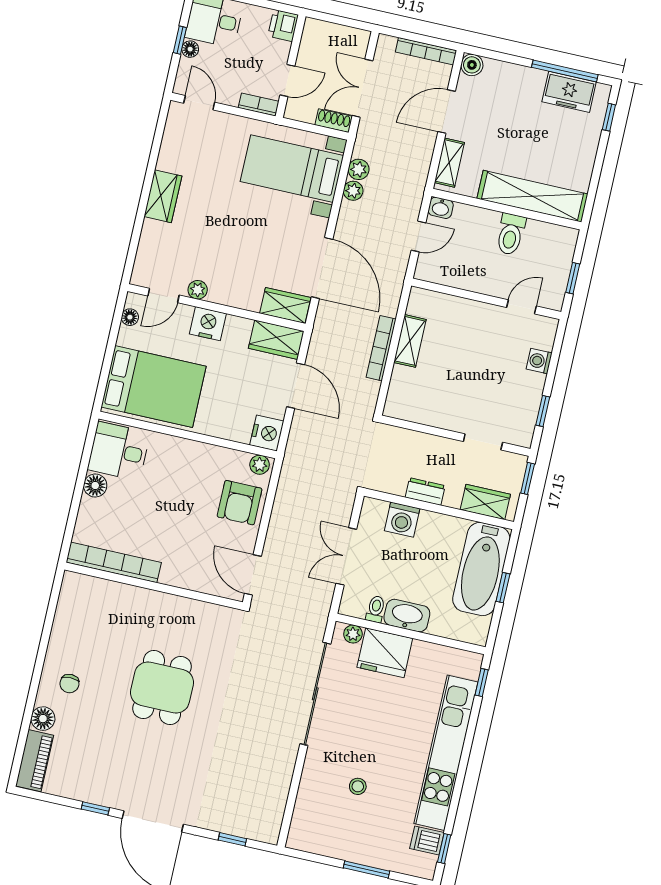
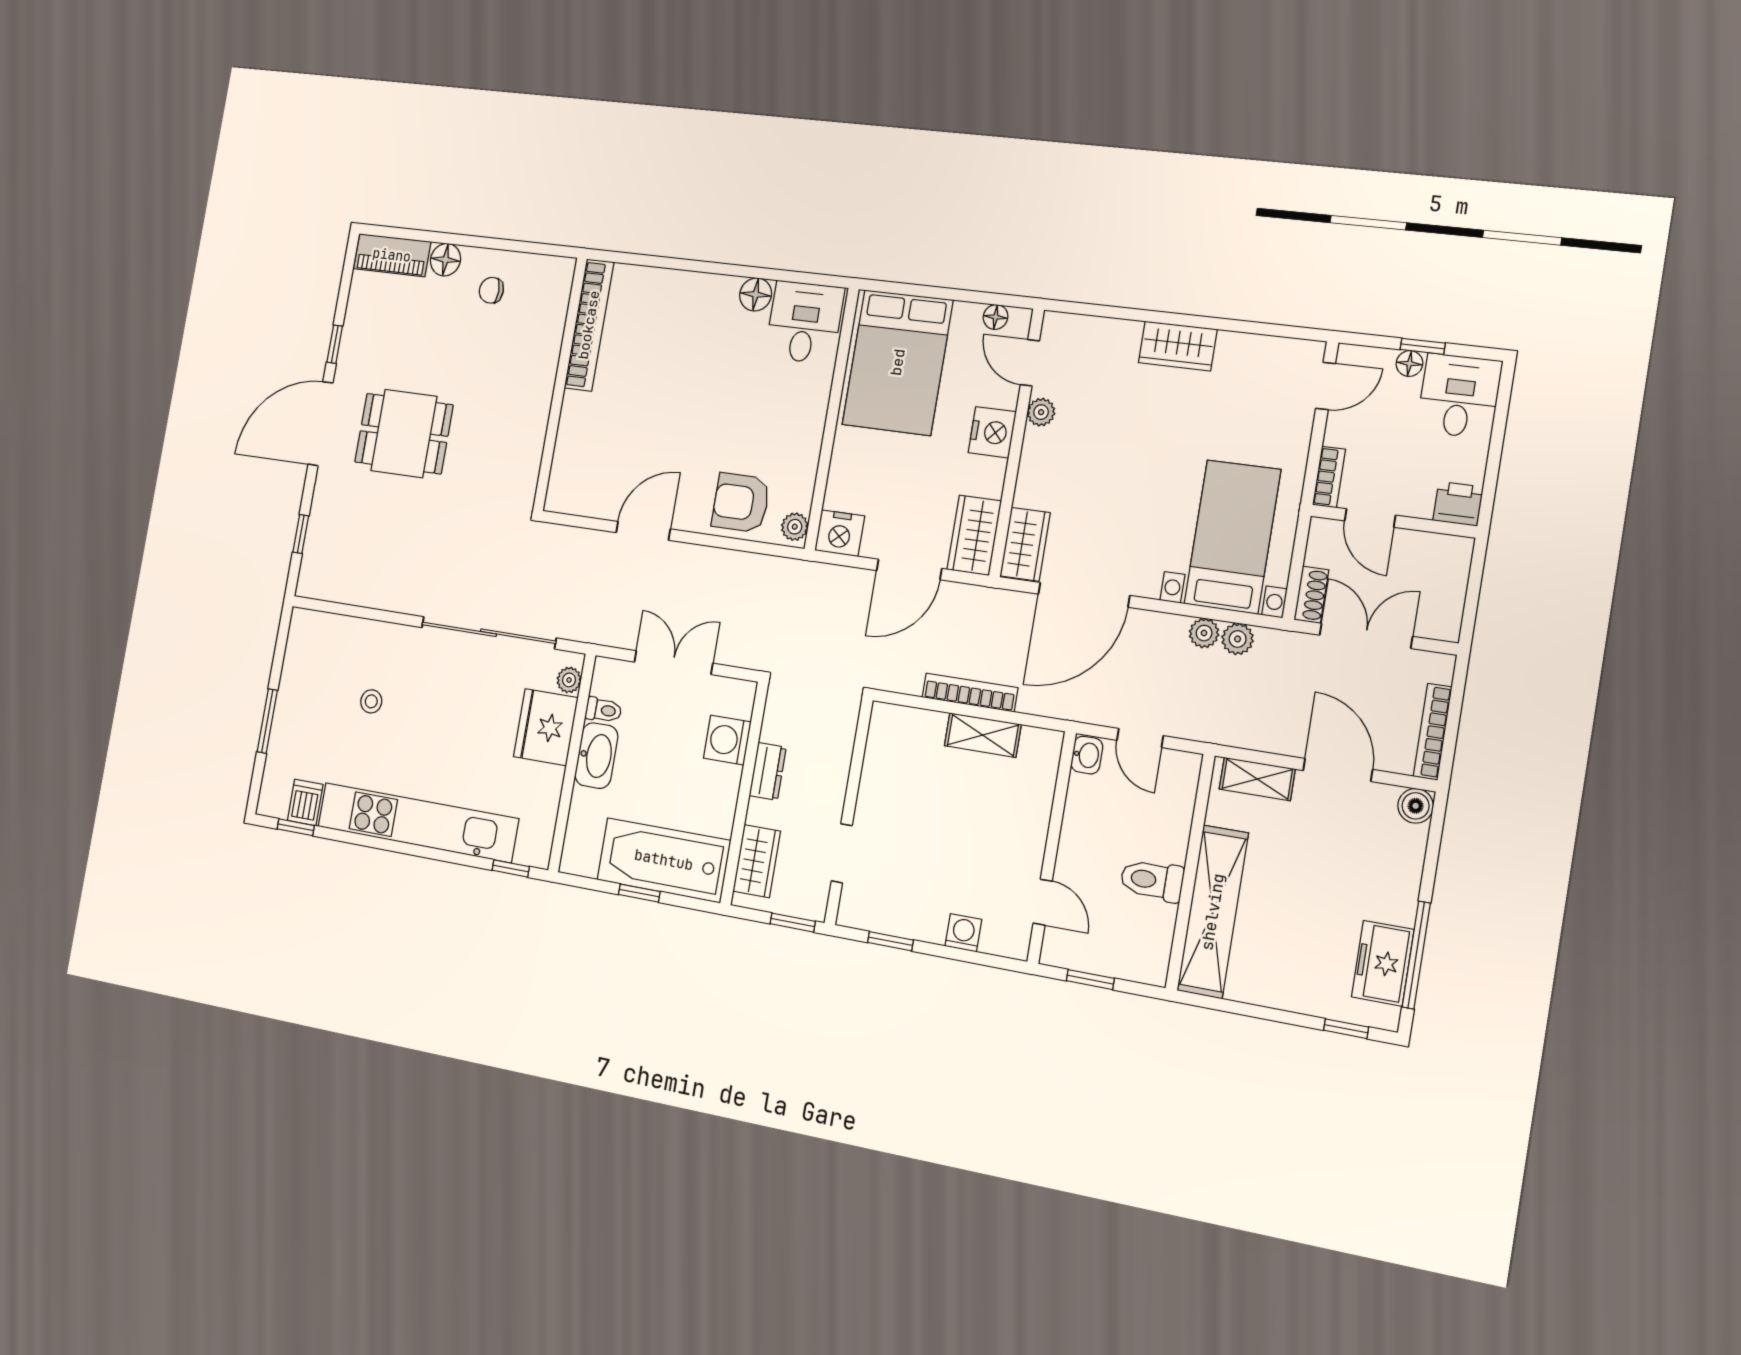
washbasin: (441, 208) -> (1087, 755), moved, turned 180
bookcase: (114, 562) -> (589, 325), moved
wall: (154, 586) -> (560, 384), moved
dining table: (162, 687) -> (404, 434), moved

